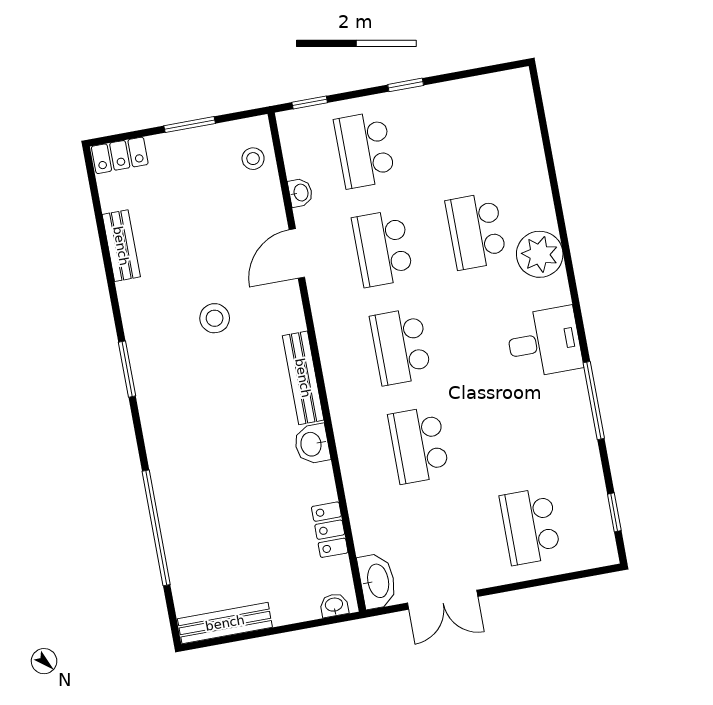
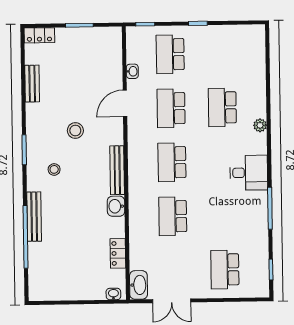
stool: (253, 159) -> (54, 169), moved
plant: (540, 254) -> (260, 125), width x0.53, depth x0.53
bench: (225, 623) -> (34, 217), moved, turned 90

